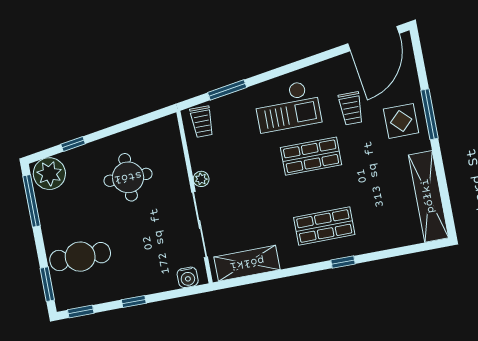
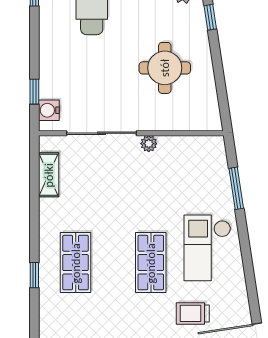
trolley: (202, 122) -> (208, 156), removed
shelving: (247, 263) -> (49, 175), width x0.67, depth x0.75
window: (134, 302) -> (34, 92), moved

